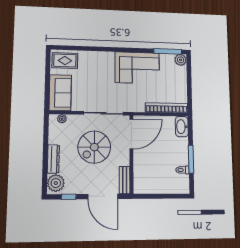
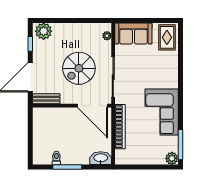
bookcase: (167, 108) -> (120, 127), moved
spiral stairs: (94, 147) -> (79, 68), turned -90
dresser: (53, 159) -> (67, 28), removed

